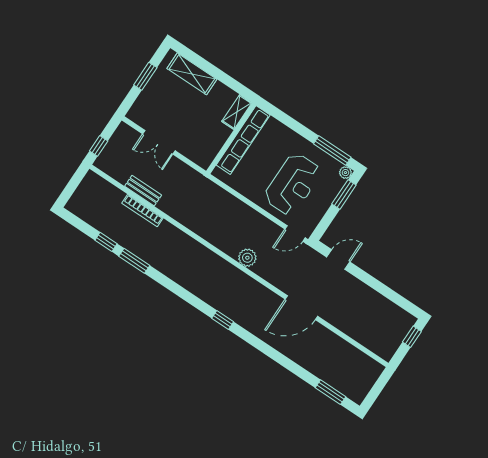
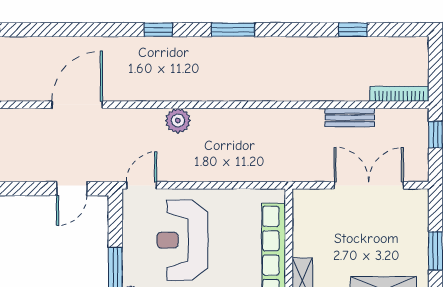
double door: (159, 142) -> (369, 185), width x1.37
bookcase: (142, 211) -> (399, 94), moved
window: (134, 261) -> (233, 30), moved

